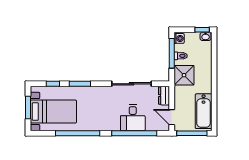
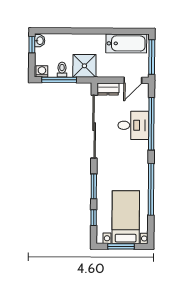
sliding door: (131, 84) -> (94, 127), width x1.36

